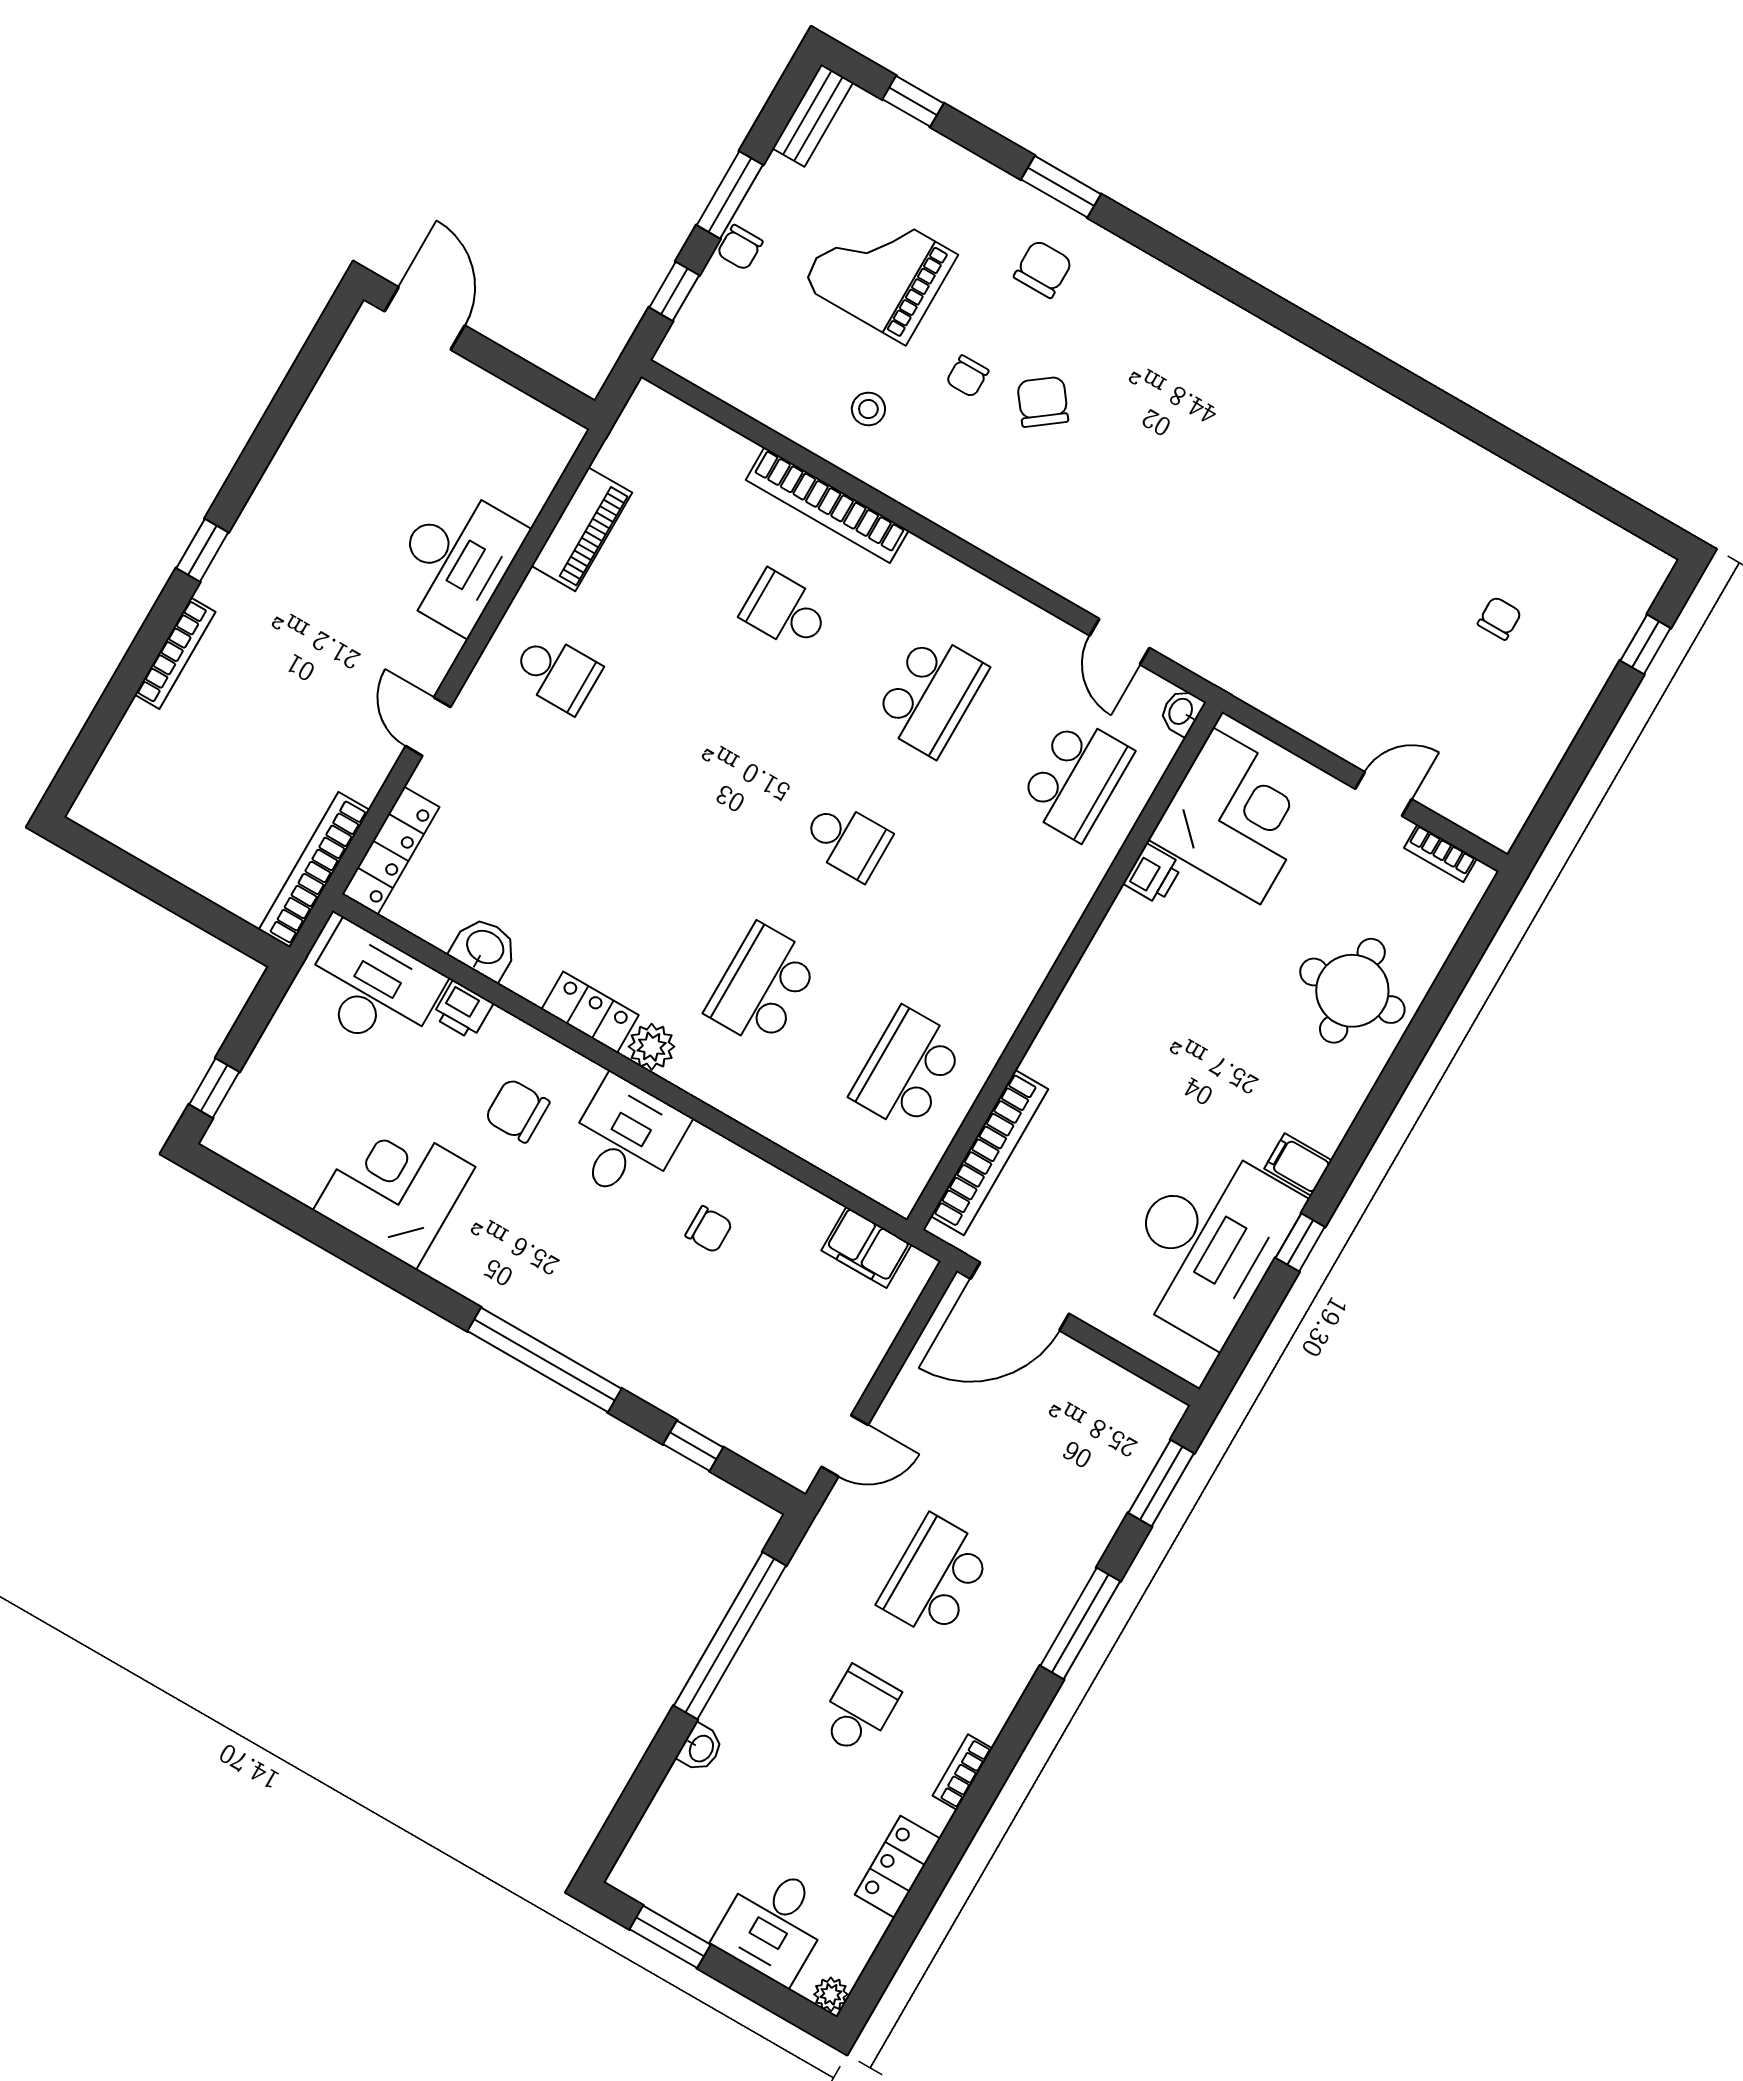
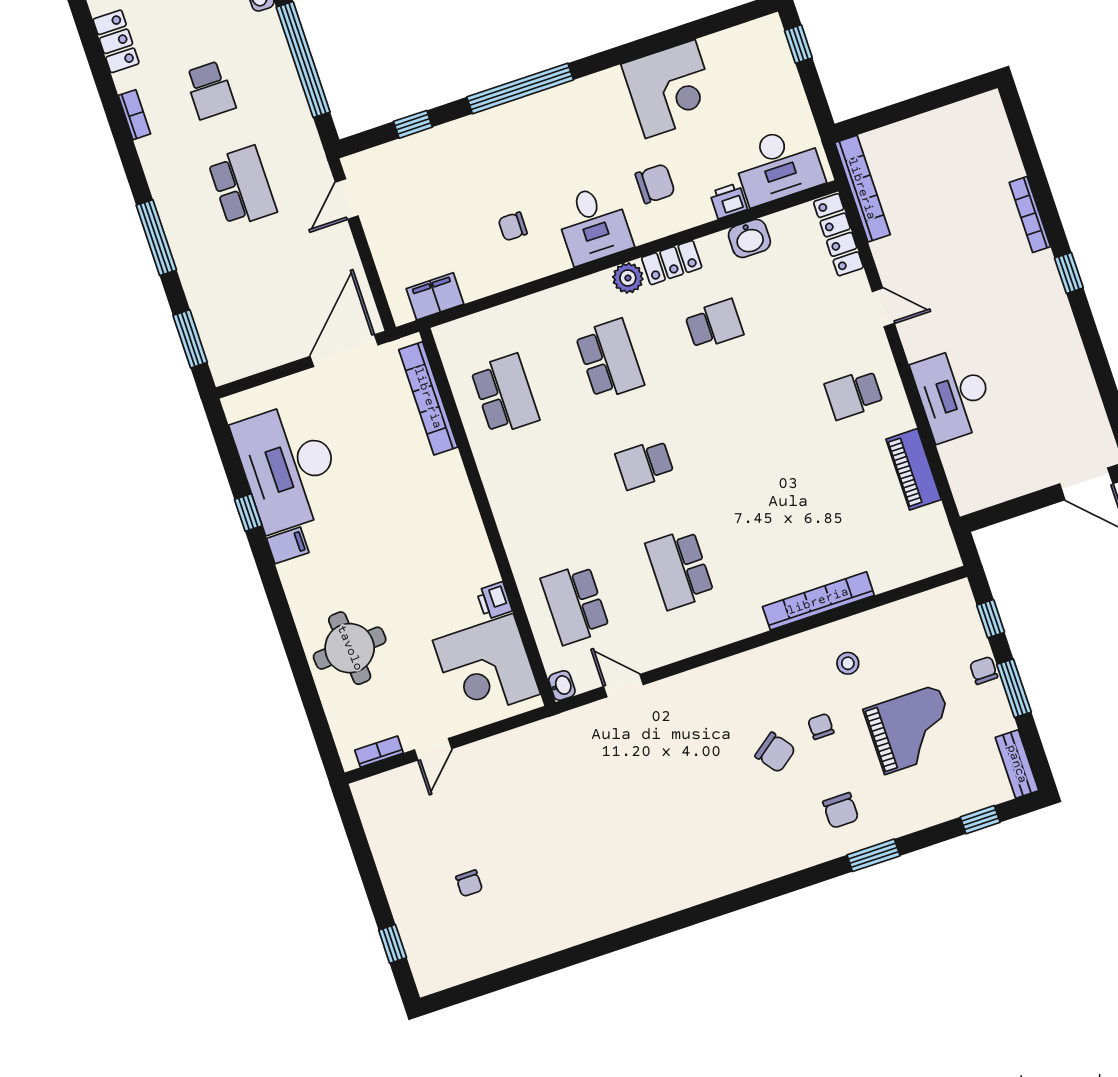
school desk: (786, 611) -> (714, 324), moved

